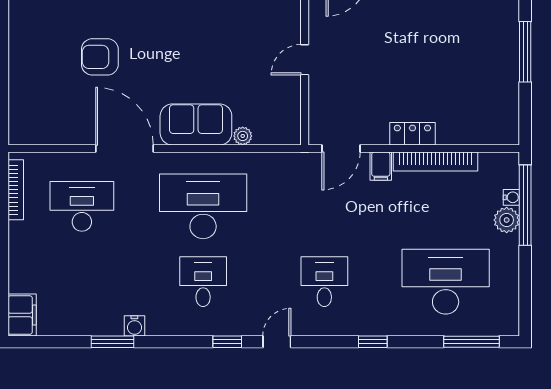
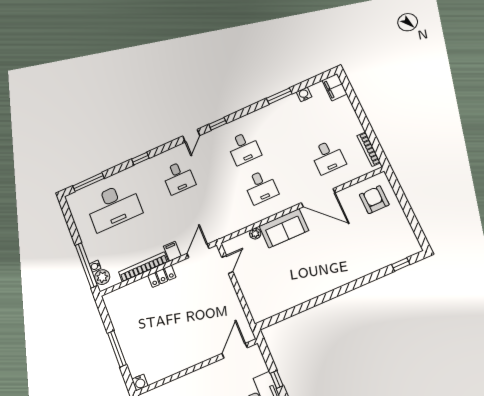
armchair: (100, 57) -> (374, 200), moved, turned -90
door: (305, 60) -> (227, 264), moved
desk: (82, 206) -> (328, 157), width x0.73
desk: (203, 206) -> (261, 187), width x0.53, depth x0.77
plant: (507, 220) -> (102, 277), moved
water cooler: (134, 326) -> (304, 94), moved

